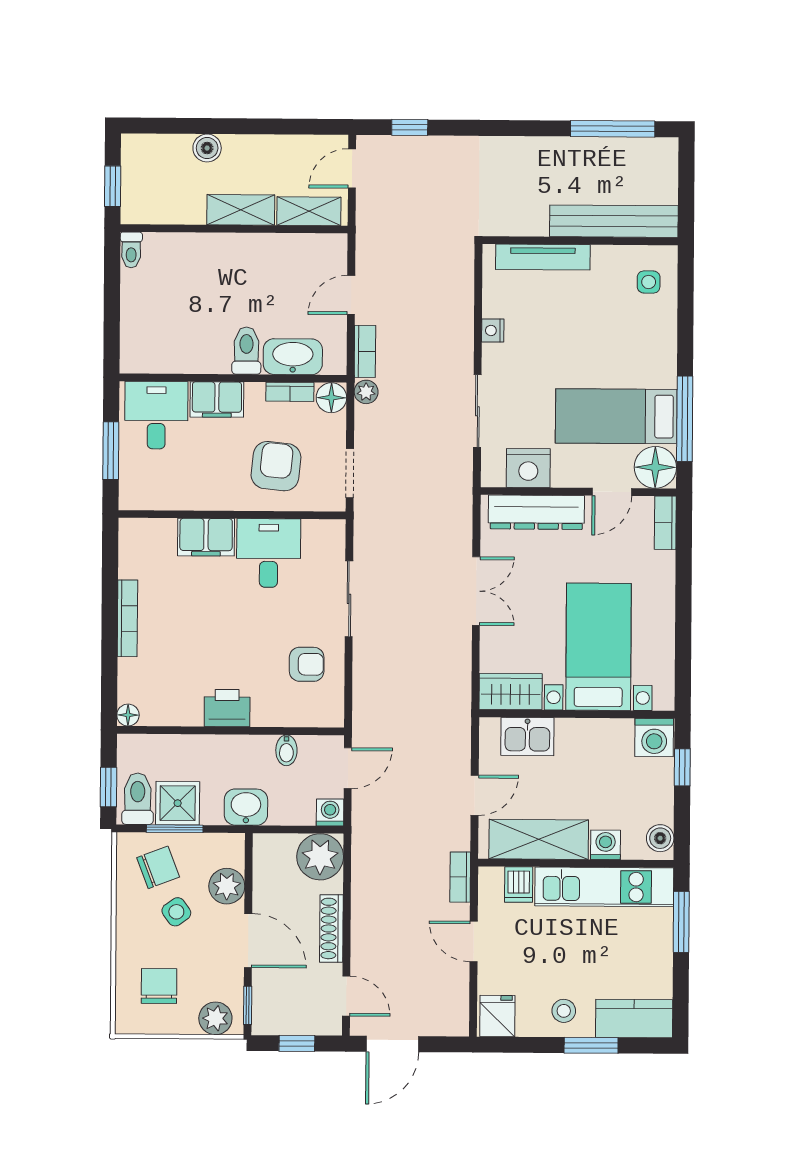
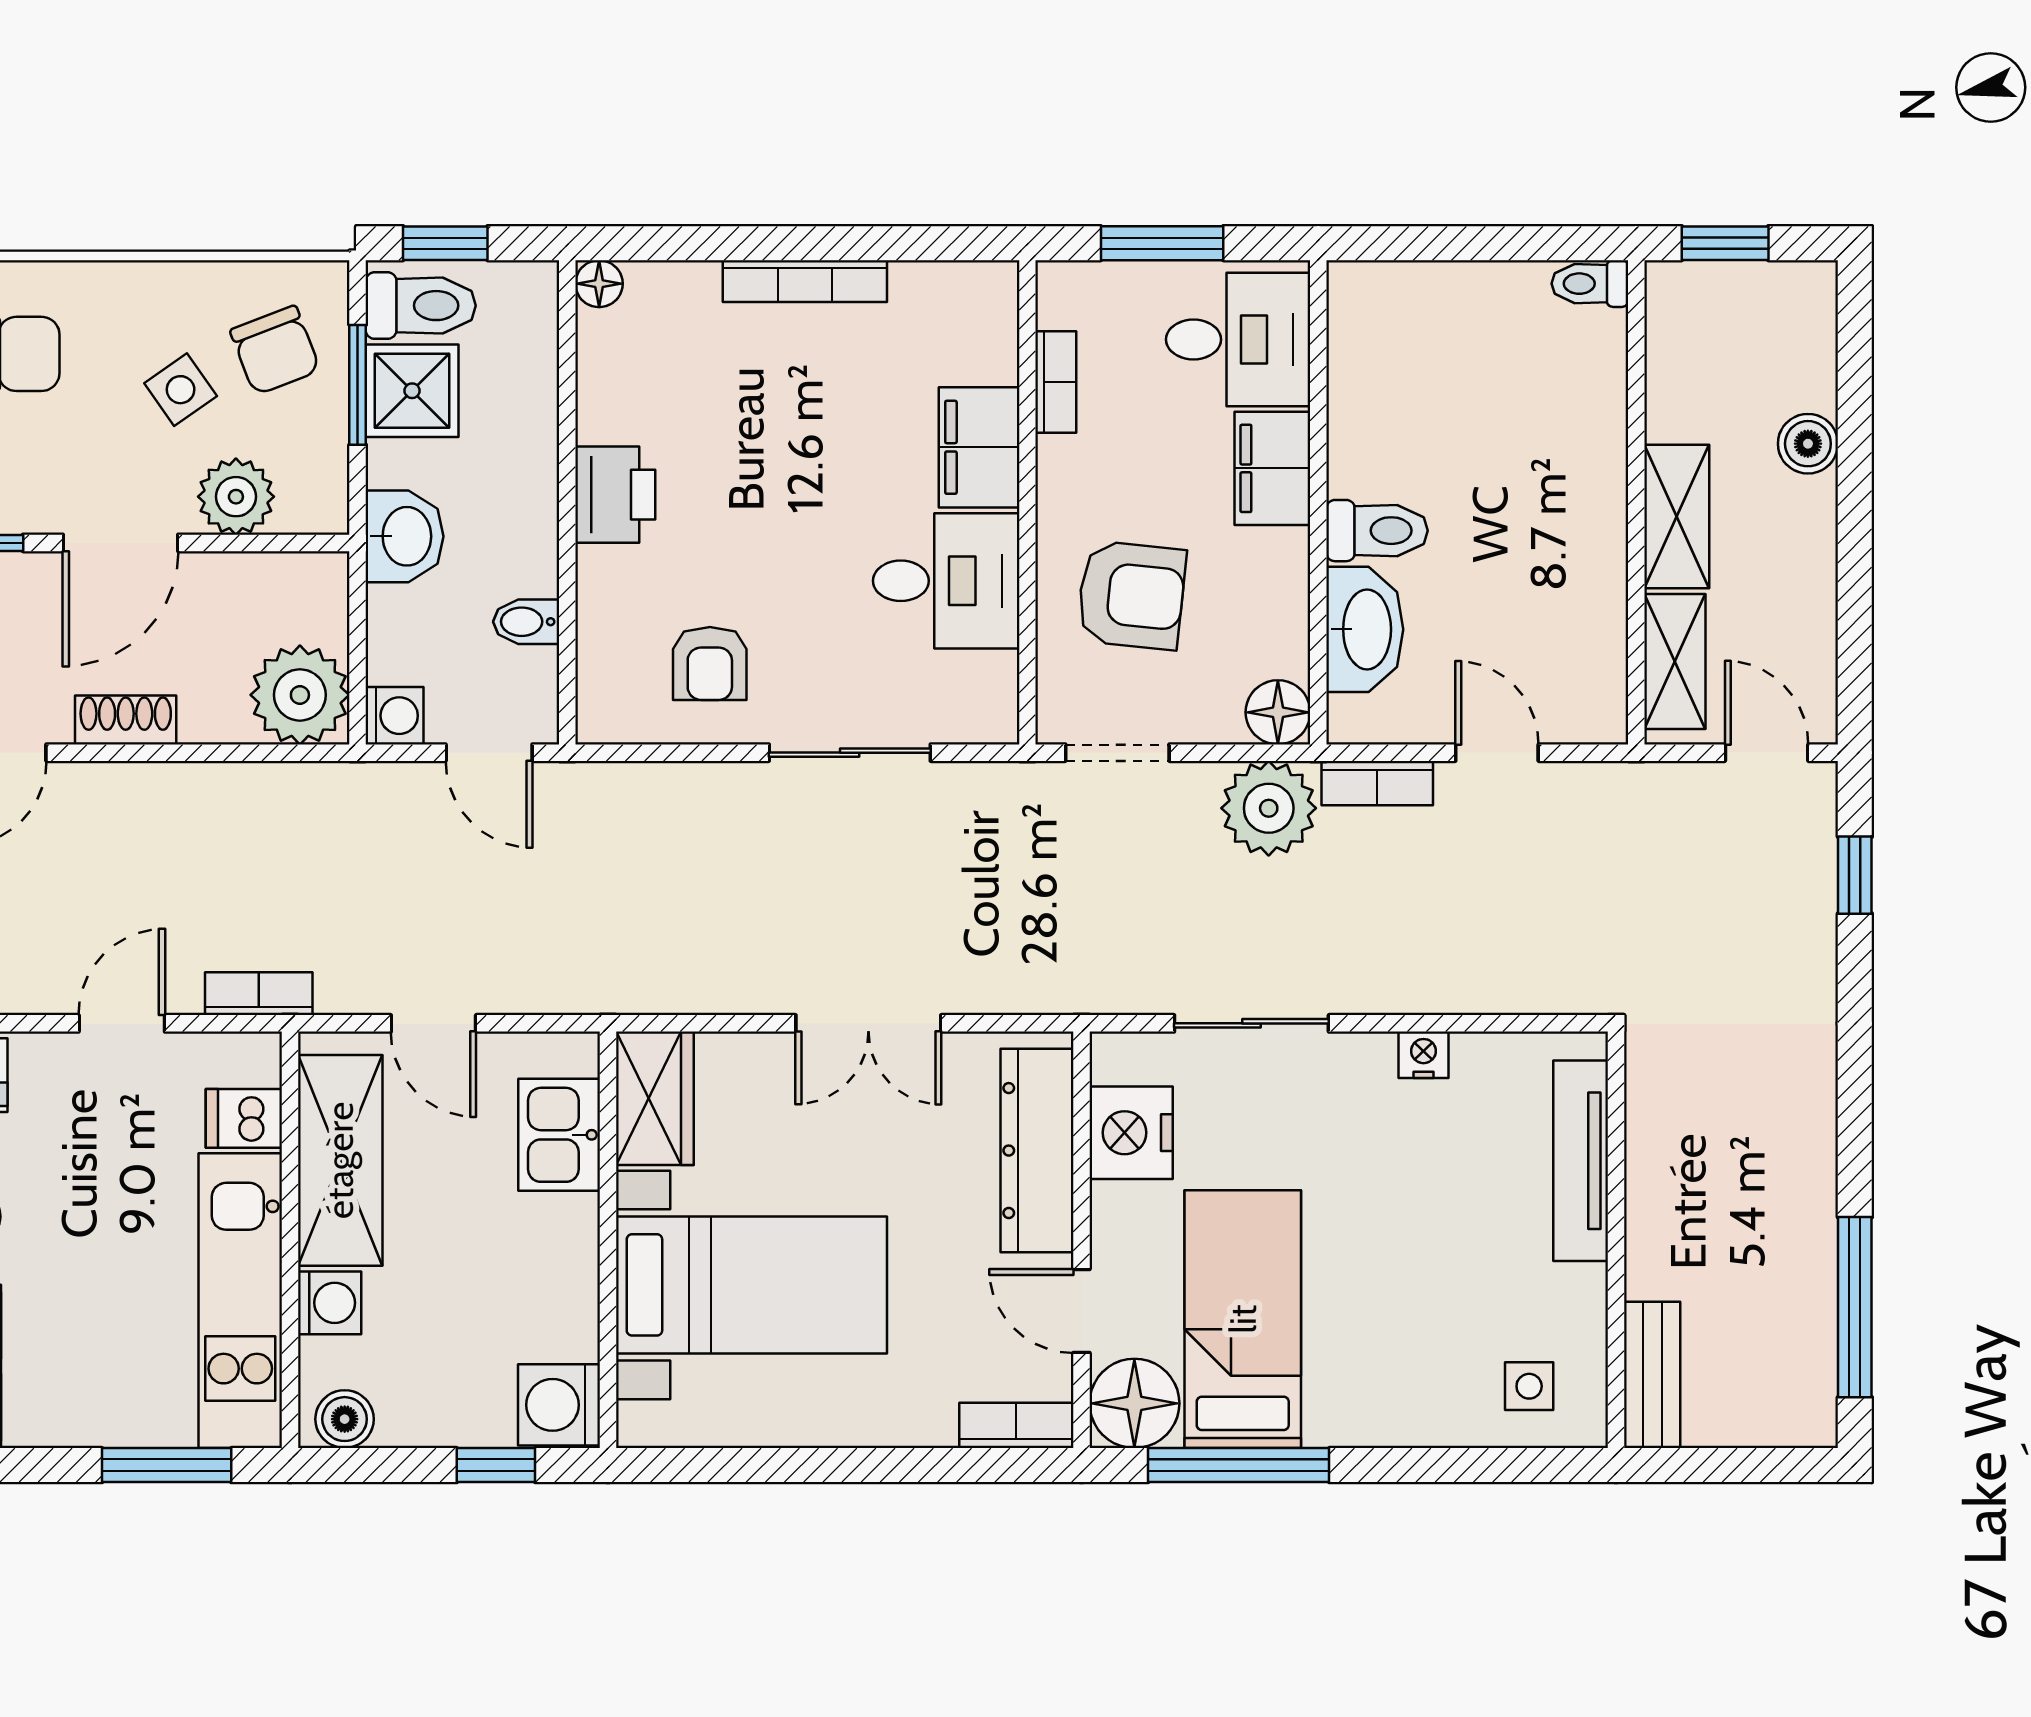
bench: (614, 221) -> (1652, 1375), width x0.54, depth x0.82
bookcase: (290, 392) -> (1056, 382), moved, turned 180
plant: (366, 392) -> (1269, 808), width x1.88, depth x1.88
shoe rack: (331, 928) -> (126, 720), width x0.70

